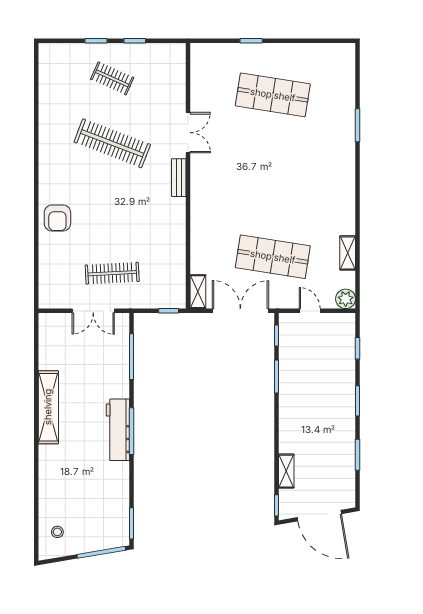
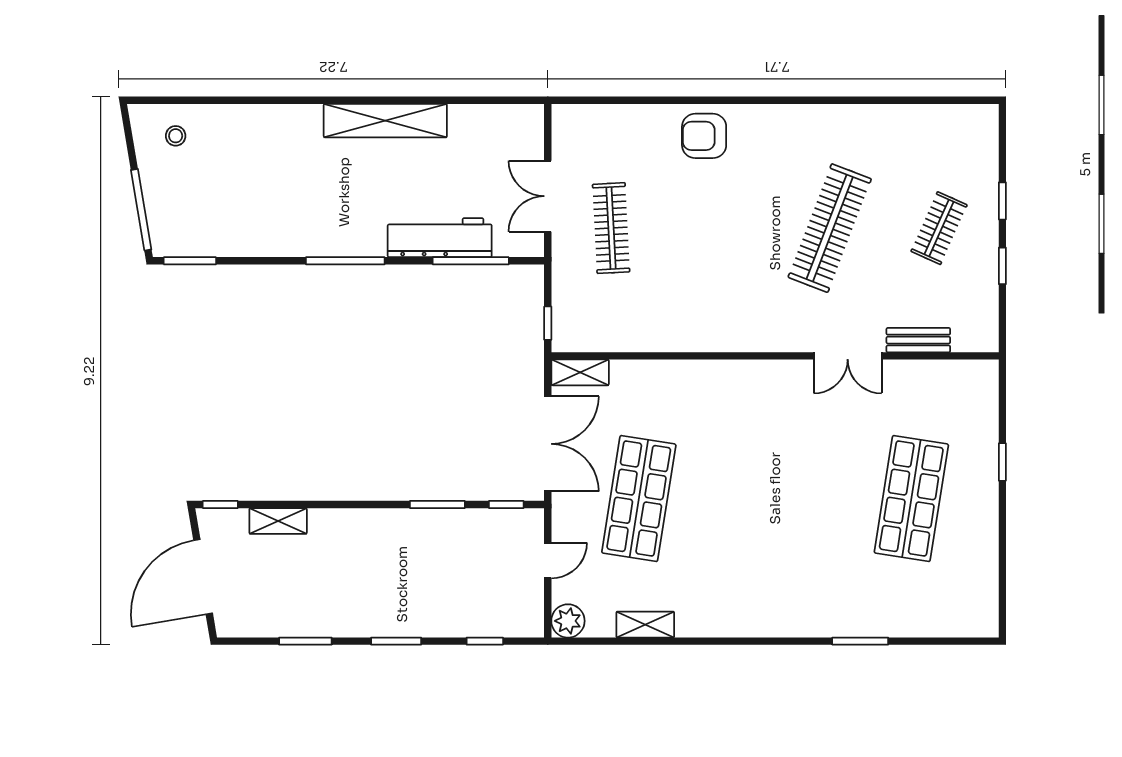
bench: (179, 178) -> (918, 340), moved
workbench: (118, 430) -> (440, 238), moved

